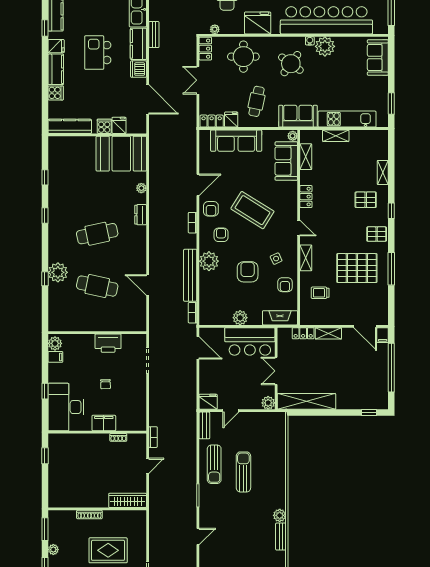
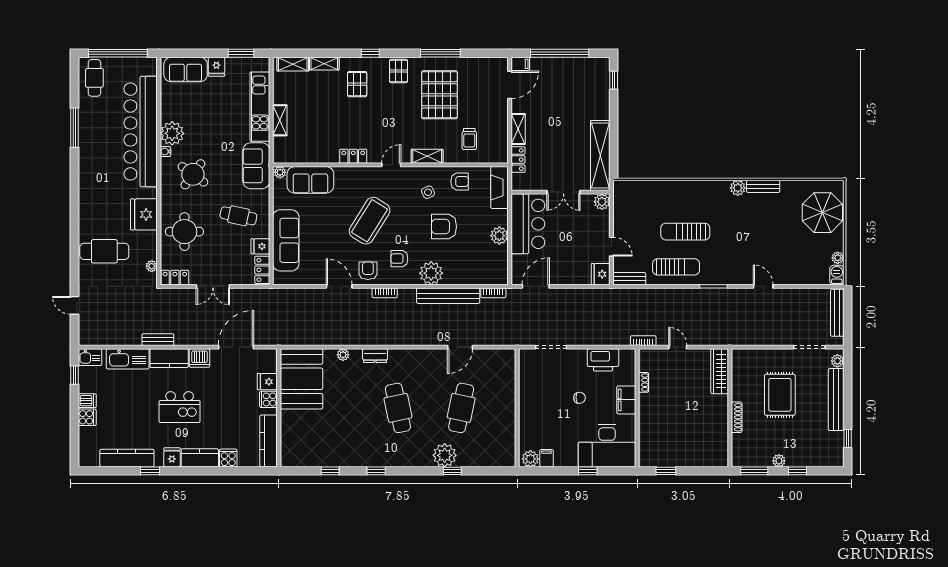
fridge: (380, 83) -> (216, 67), added
shelving: (306, 157) -> (293, 64), moved
armchair: (211, 209) -> (368, 271), turned -90
printer: (108, 343) -> (603, 360), moved, turned 90

